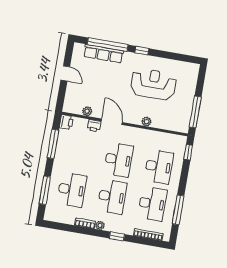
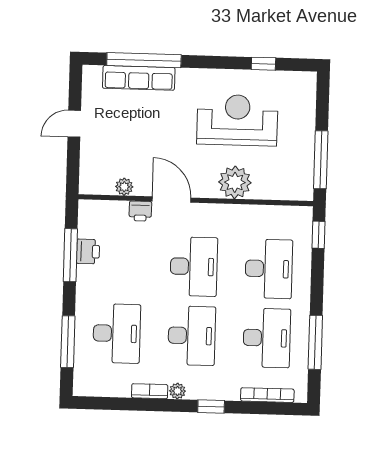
window: (142, 51) -> (263, 64), moved
door: (65, 73) -> (74, 124), swing flipped
printer: (66, 122) -> (88, 251), moved
plant: (146, 122) -> (235, 182), width x1.88, depth x1.88

